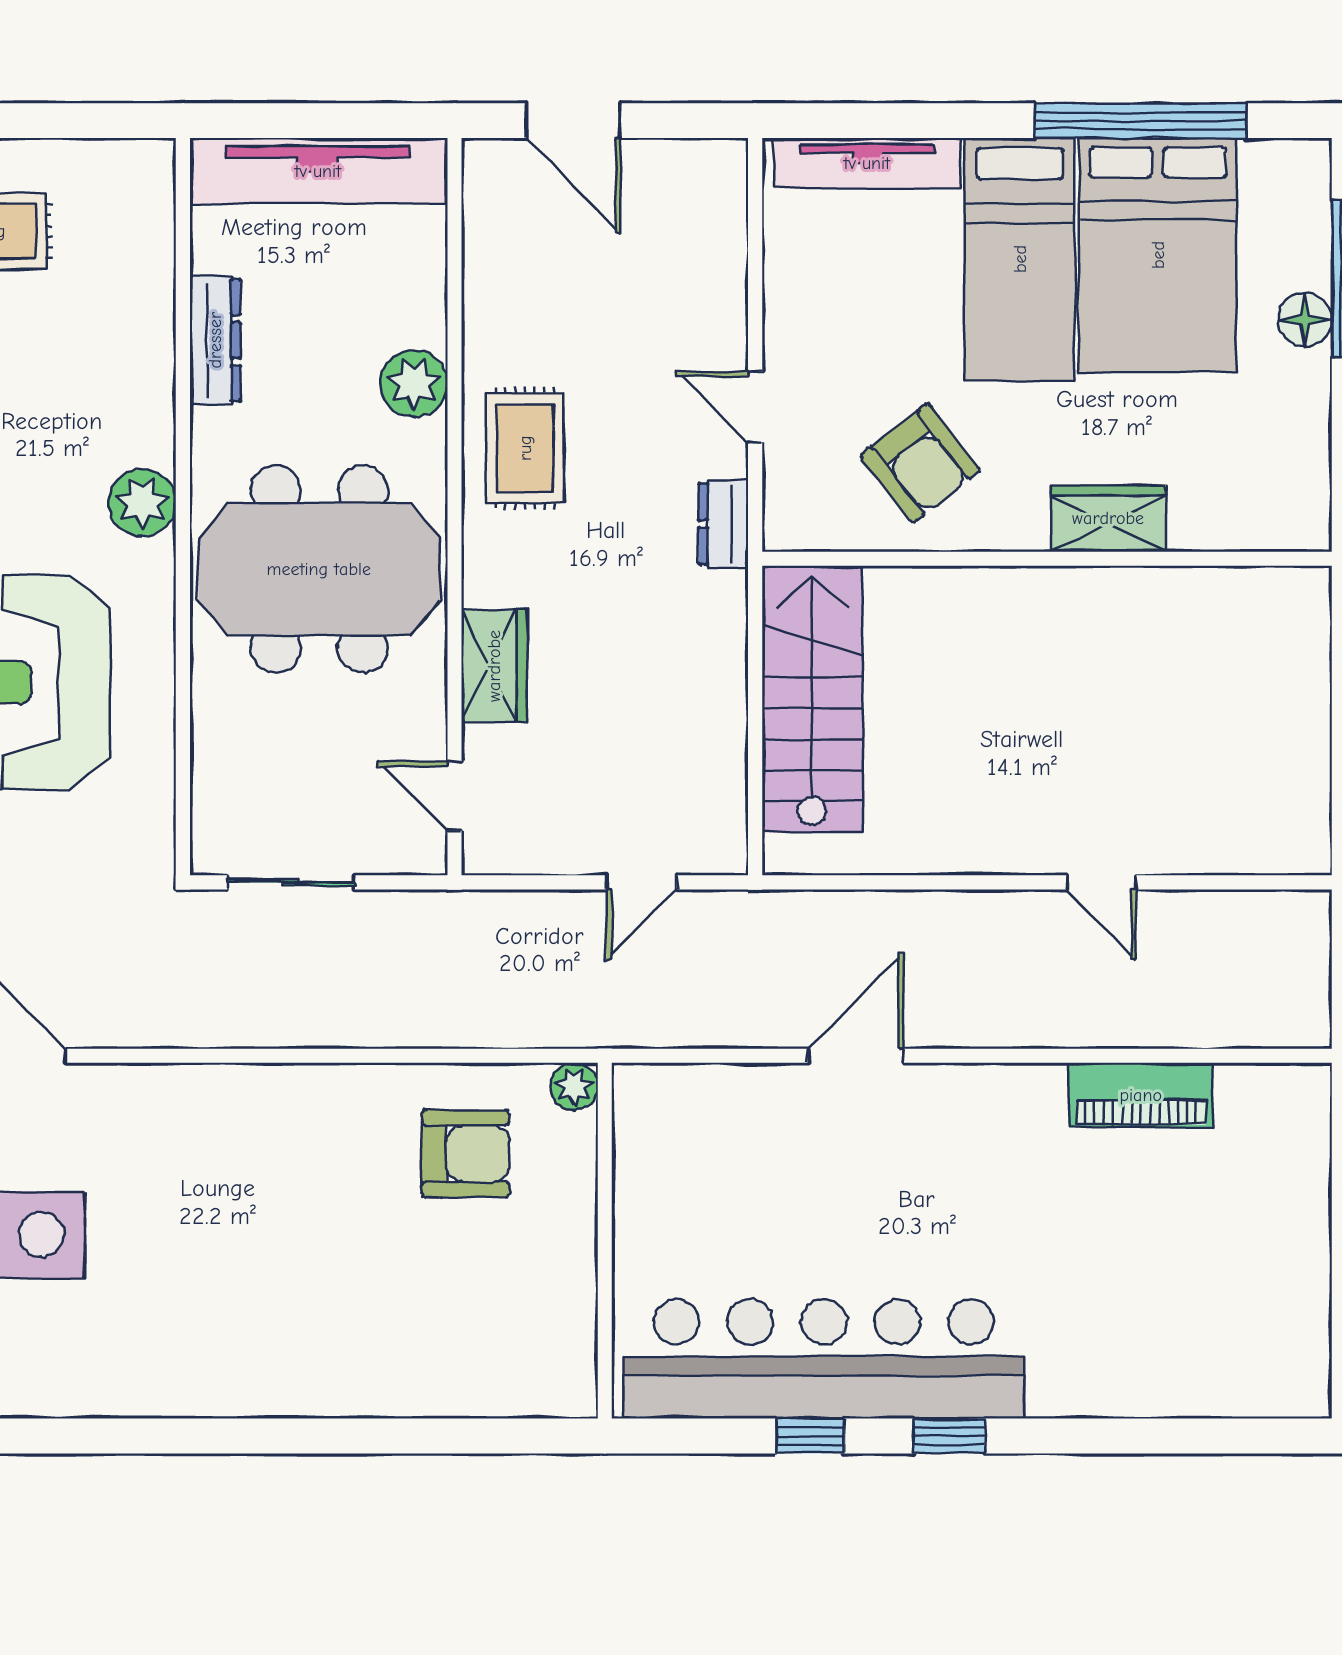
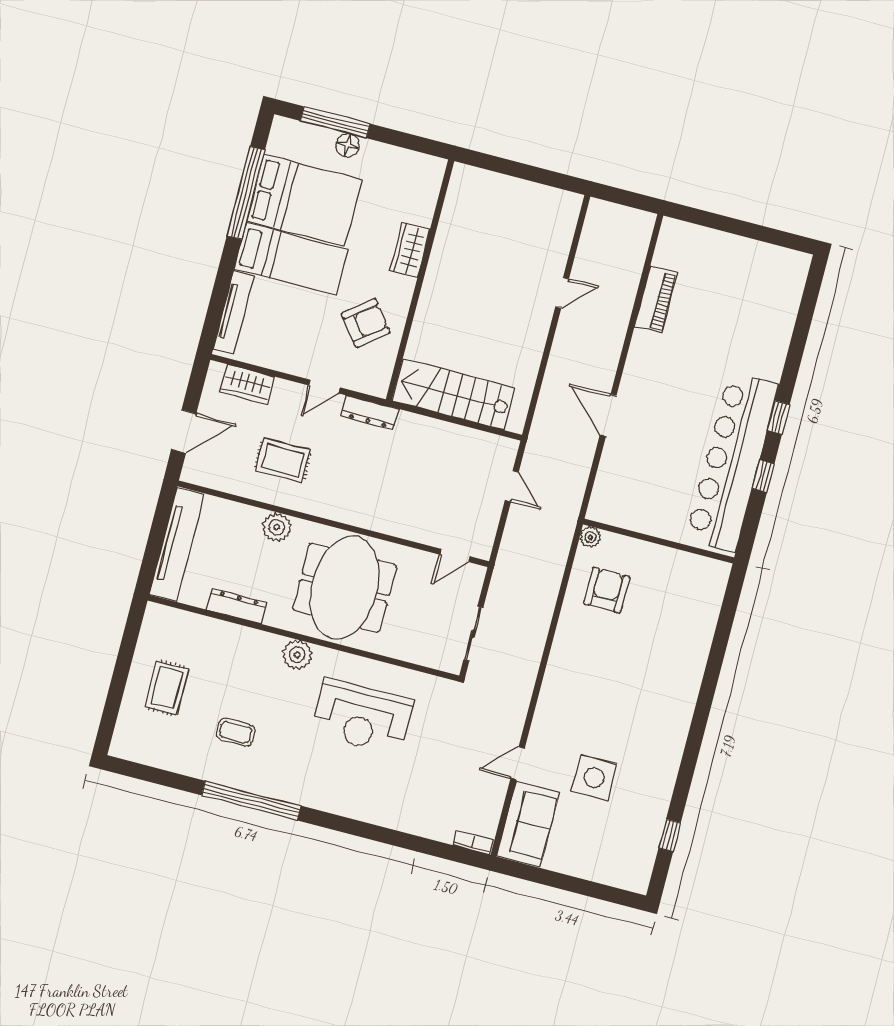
rug: (525, 448) -> (283, 460), moved
dresser: (723, 524) -> (370, 413), width x1.44
wardrobe: (494, 666) -> (247, 384), moved, turned 180

